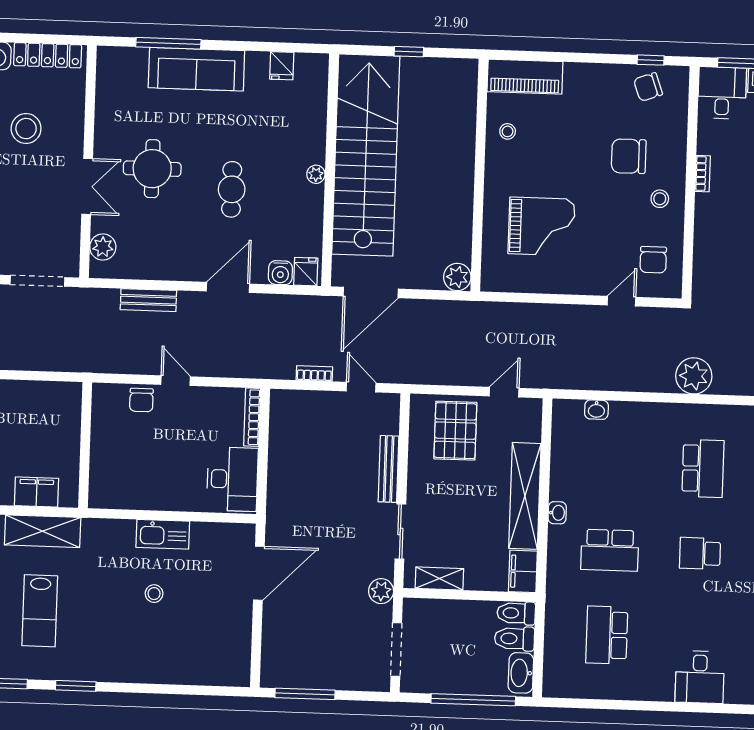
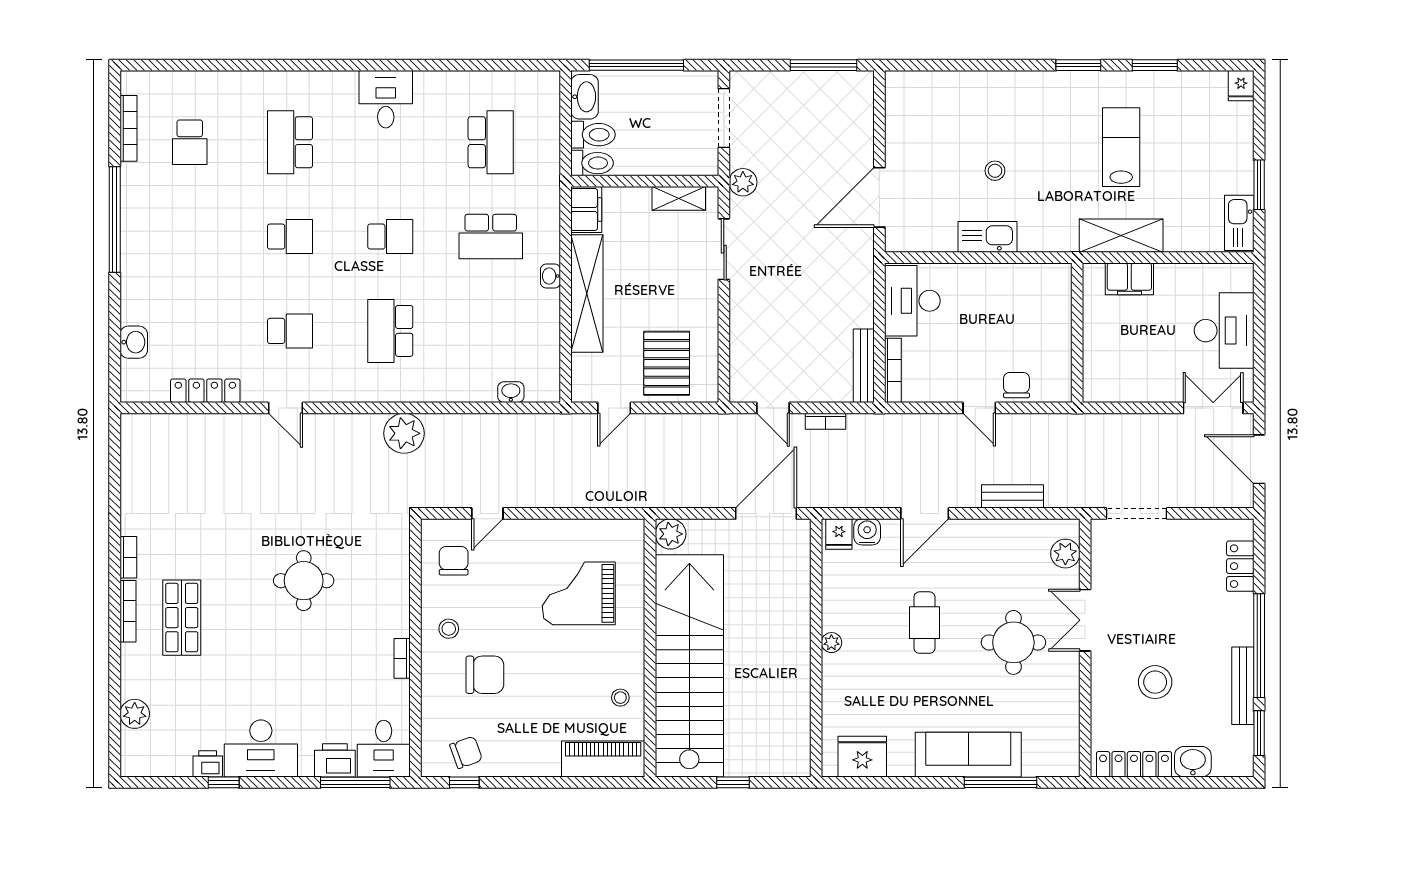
fridge: (282, 66) -> (862, 757), width x1.88, depth x1.34
stairs: (366, 155) -> (689, 666), moved, turned 180
bench: (389, 469) -> (864, 366), moved
school desk: (610, 550) -> (491, 237), turned 180

